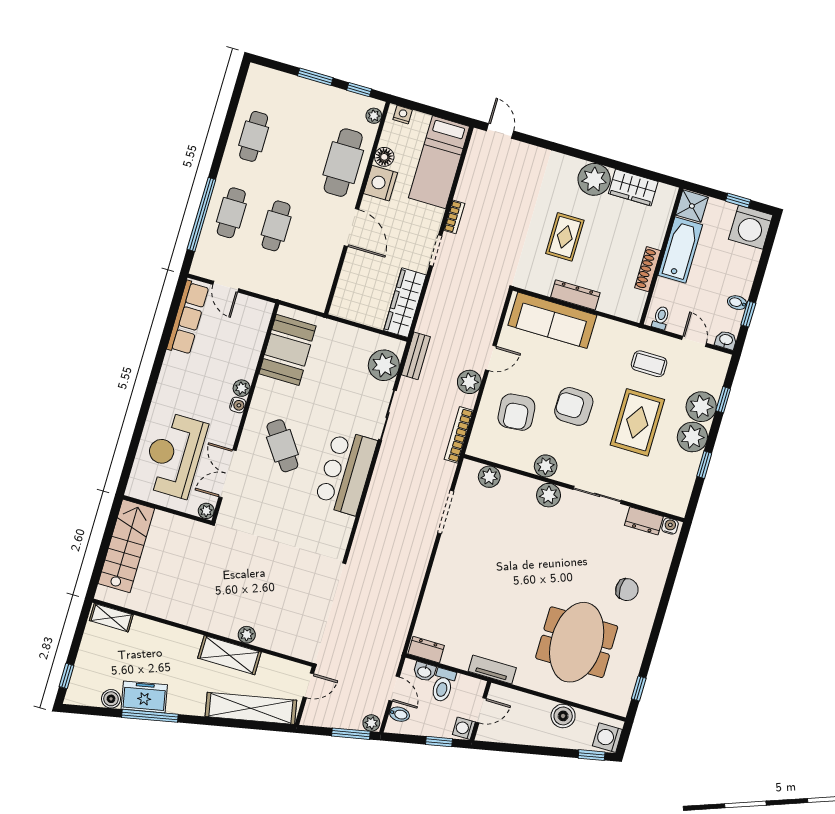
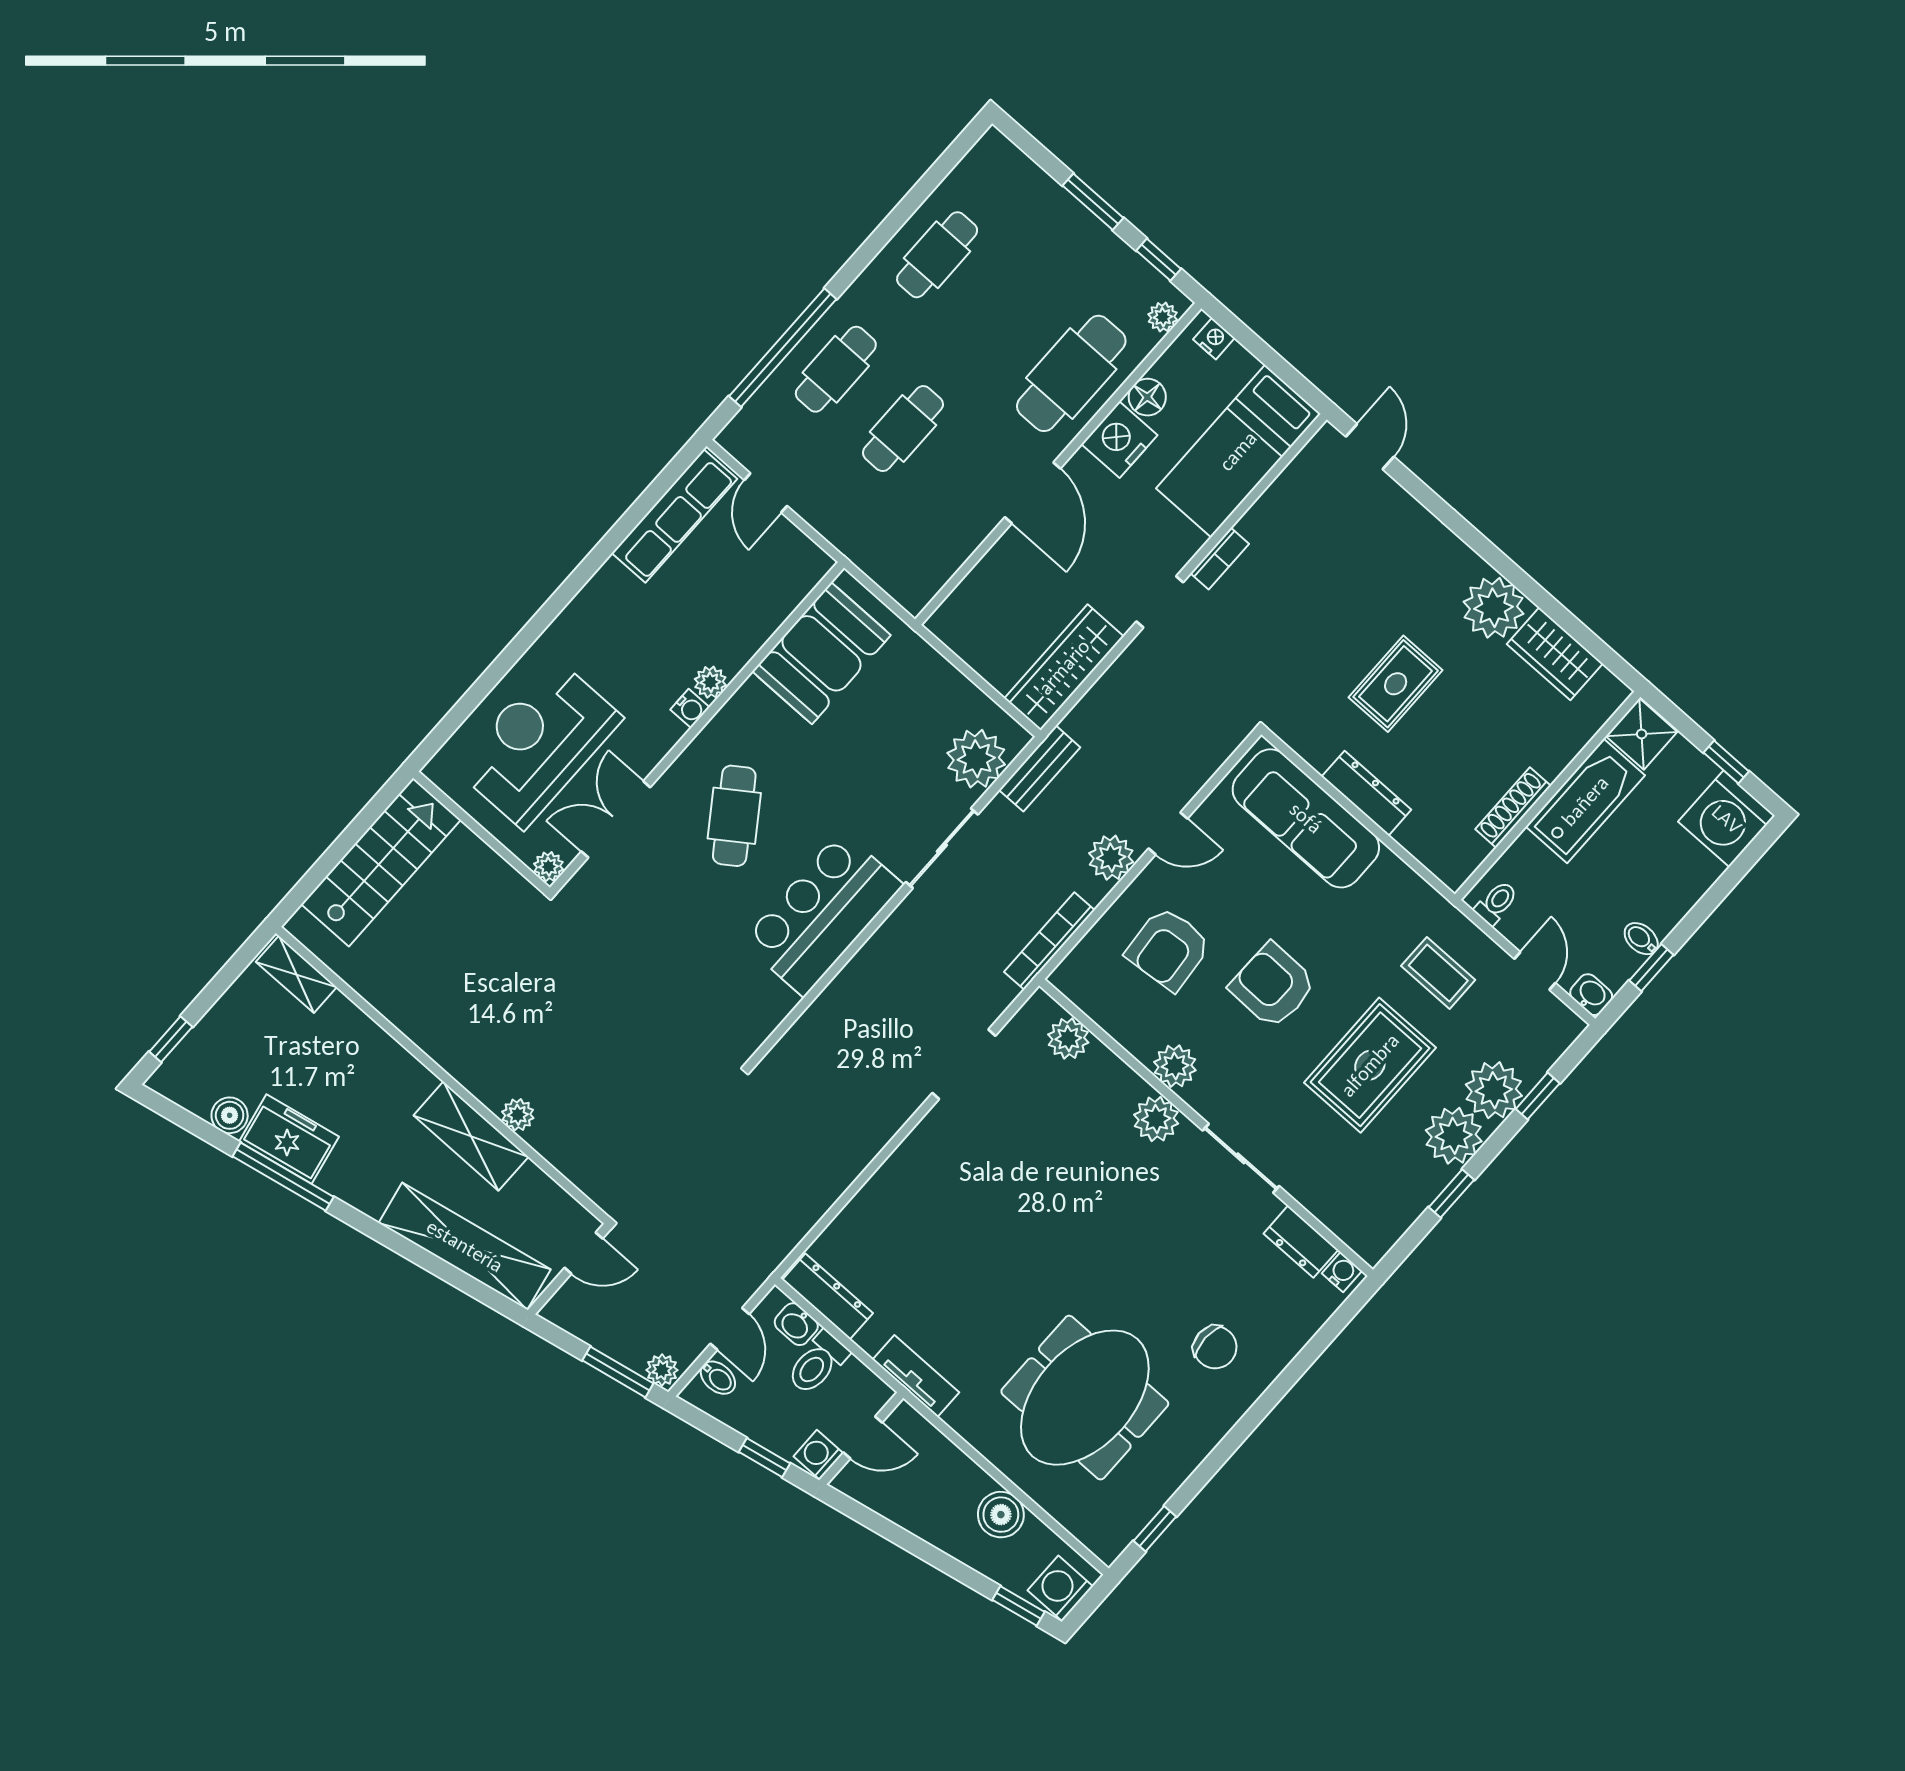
dresser: (426, 650) -> (828, 1296), width x1.44

